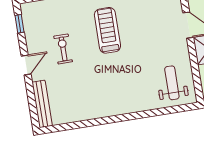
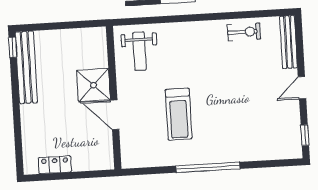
treadmill: (107, 30) -> (179, 114), moved
exercise bike: (63, 49) -> (244, 32), moved, turned -90

